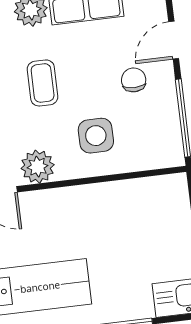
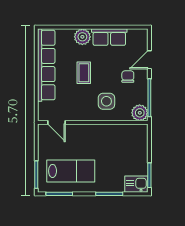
plant: (38, 167) -> (140, 113), moved

